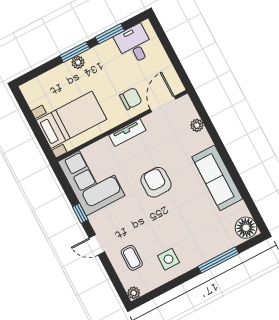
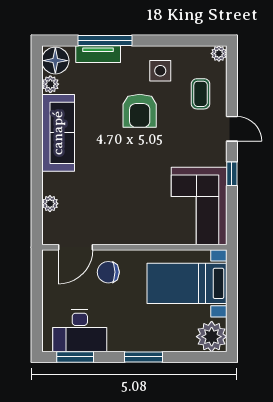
window: (110, 34) -> (75, 357), moved
desk: (134, 44) -> (80, 331), width x1.37
plant: (78, 62) -> (212, 337), moved, width x1.88, depth x1.88
tv unit: (127, 133) -> (98, 54), moved, turned 180
armchair: (156, 182) -> (140, 111), moved
plant: (241, 209) -> (50, 84), added

